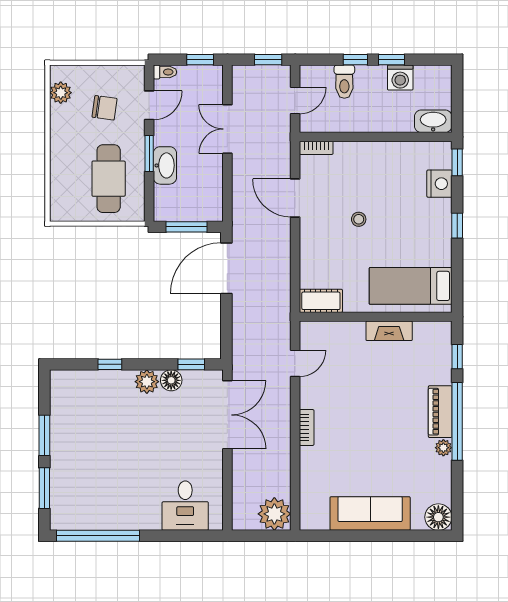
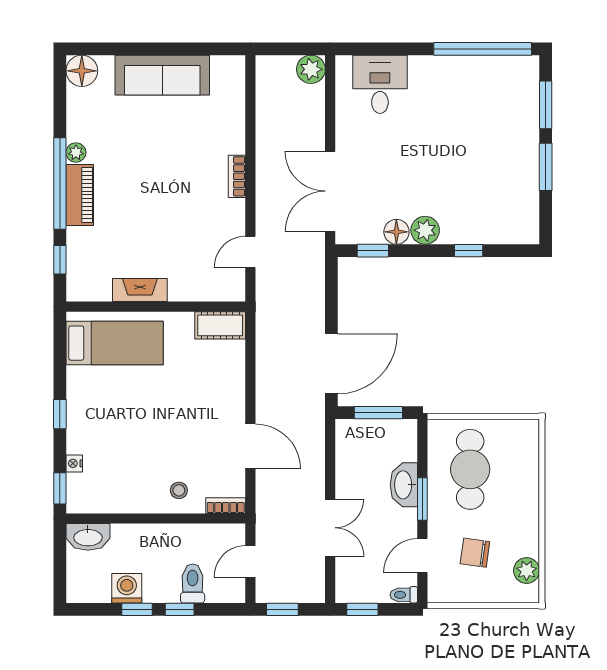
nightstand: (439, 184) -> (74, 463), width x0.53, depth x0.56
stool: (359, 219) -> (179, 490), moved
plant: (274, 514) -> (311, 69), moved, width x0.73, depth x0.73

